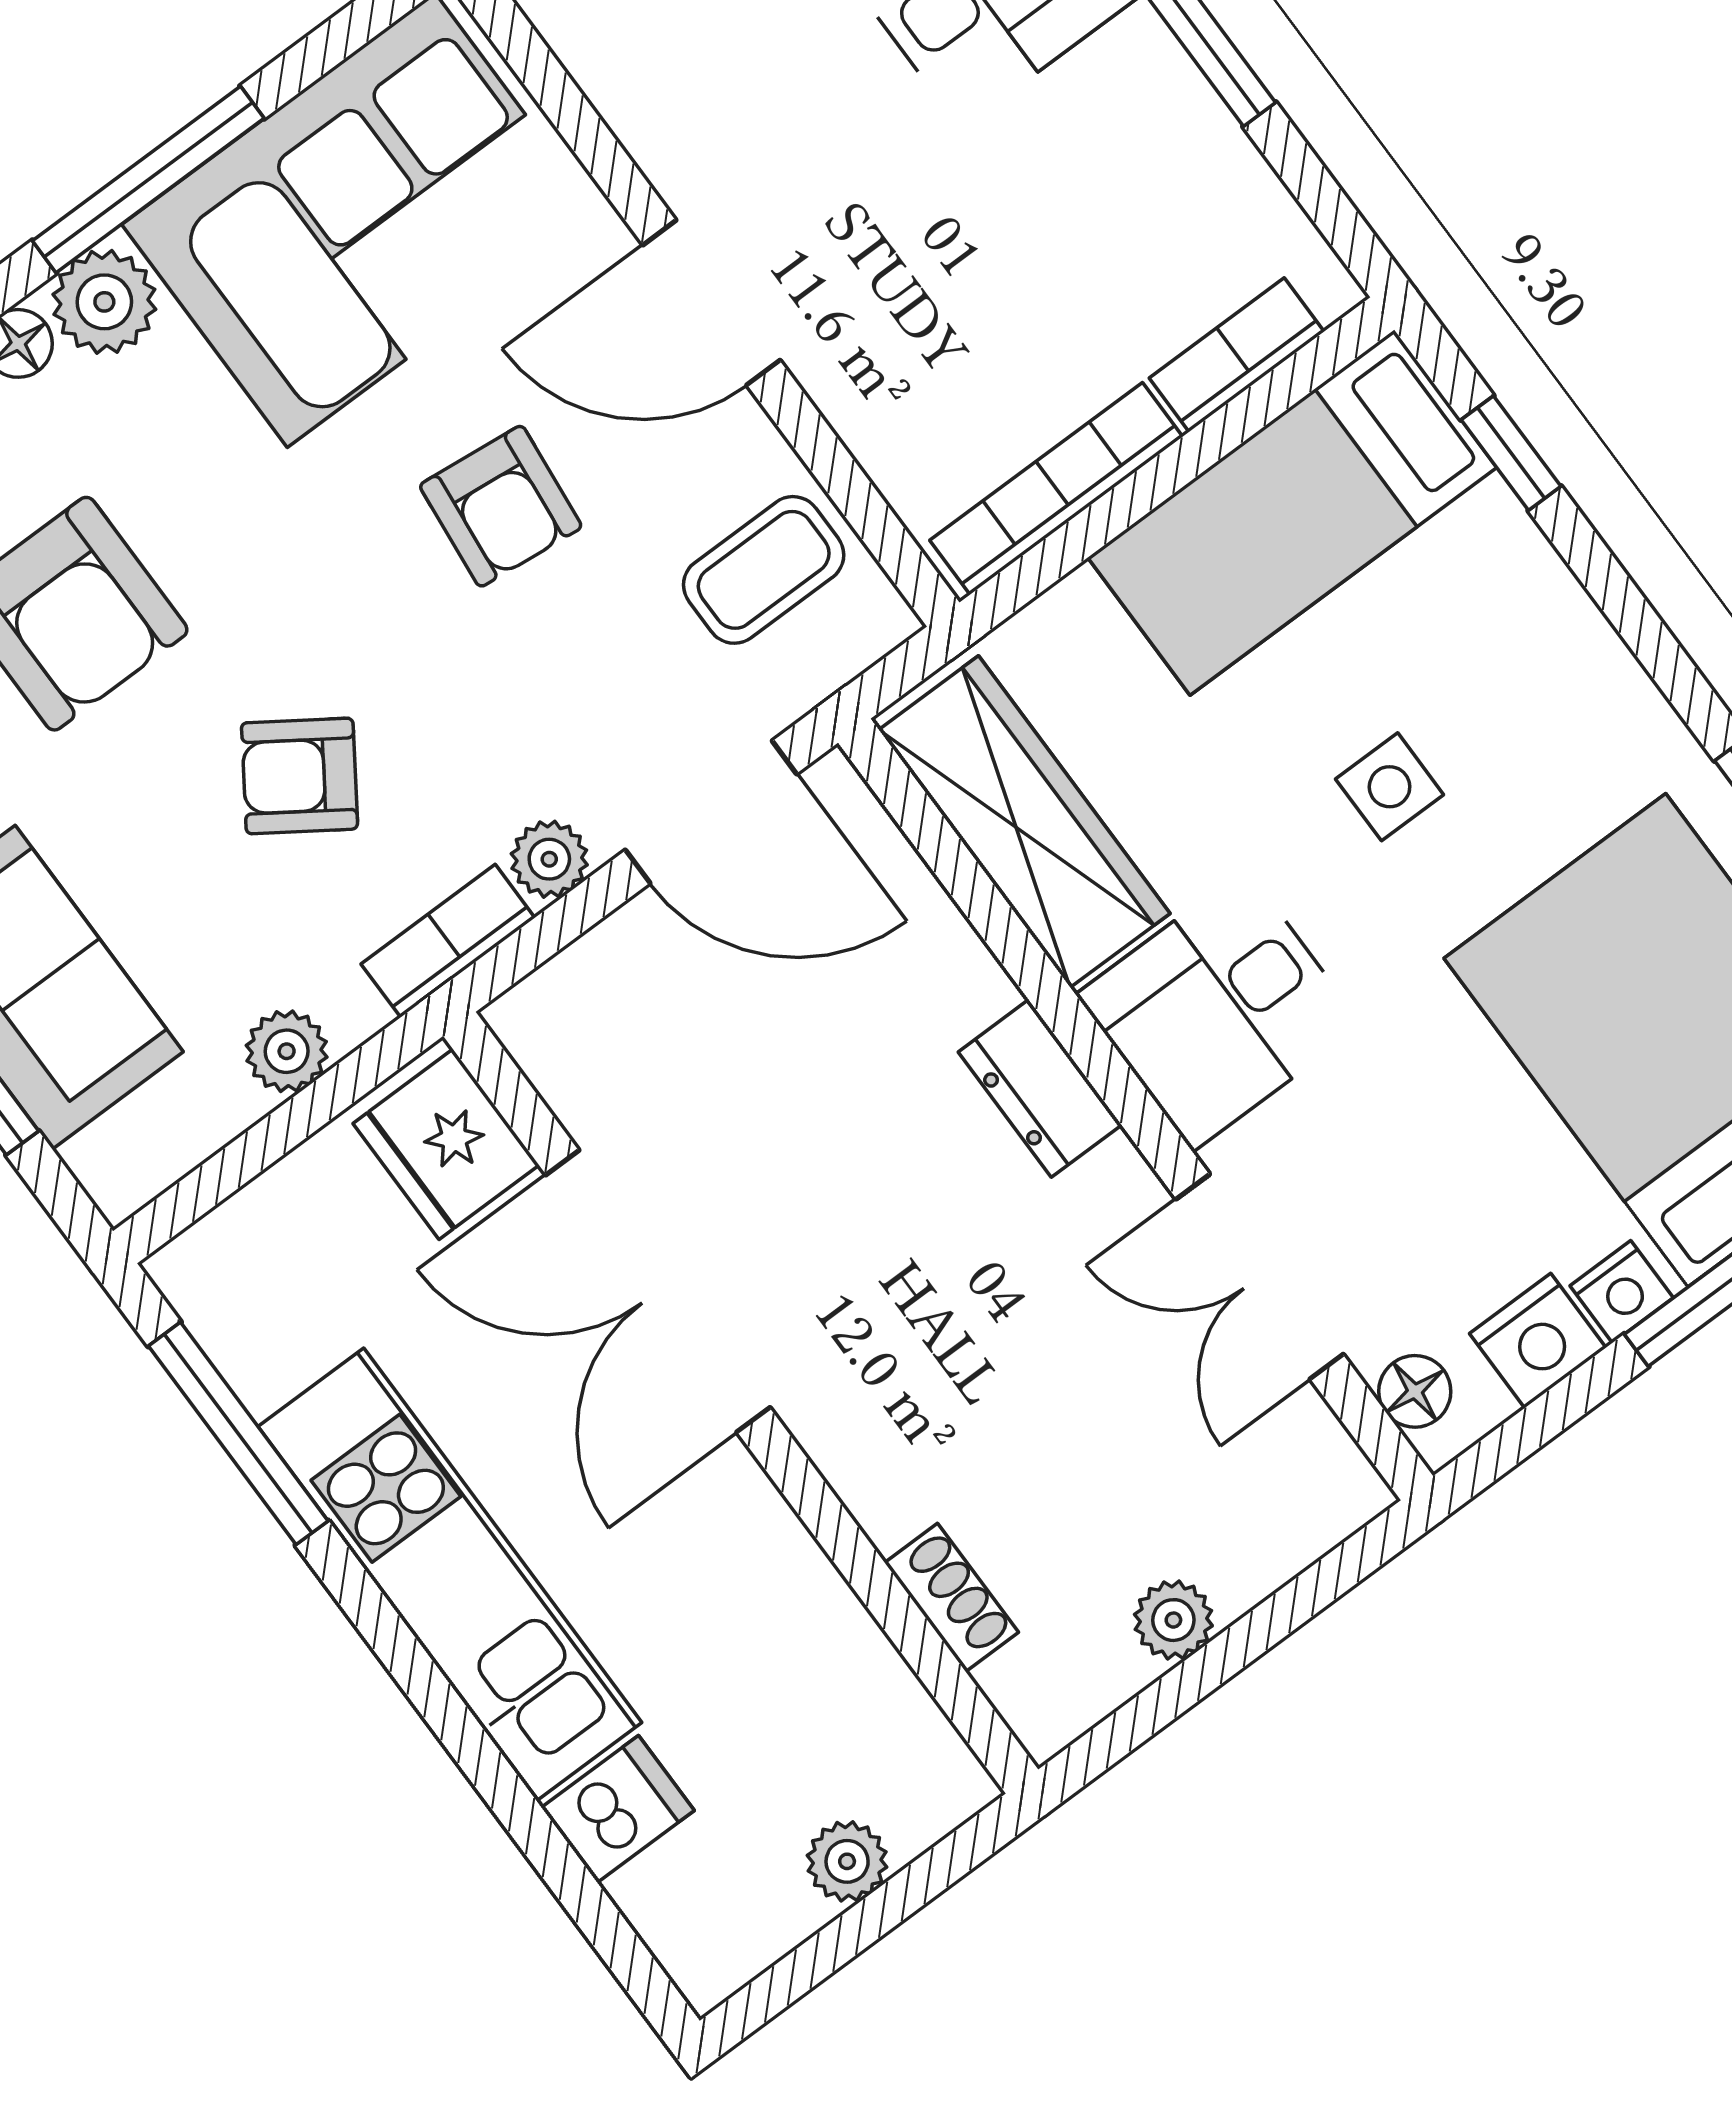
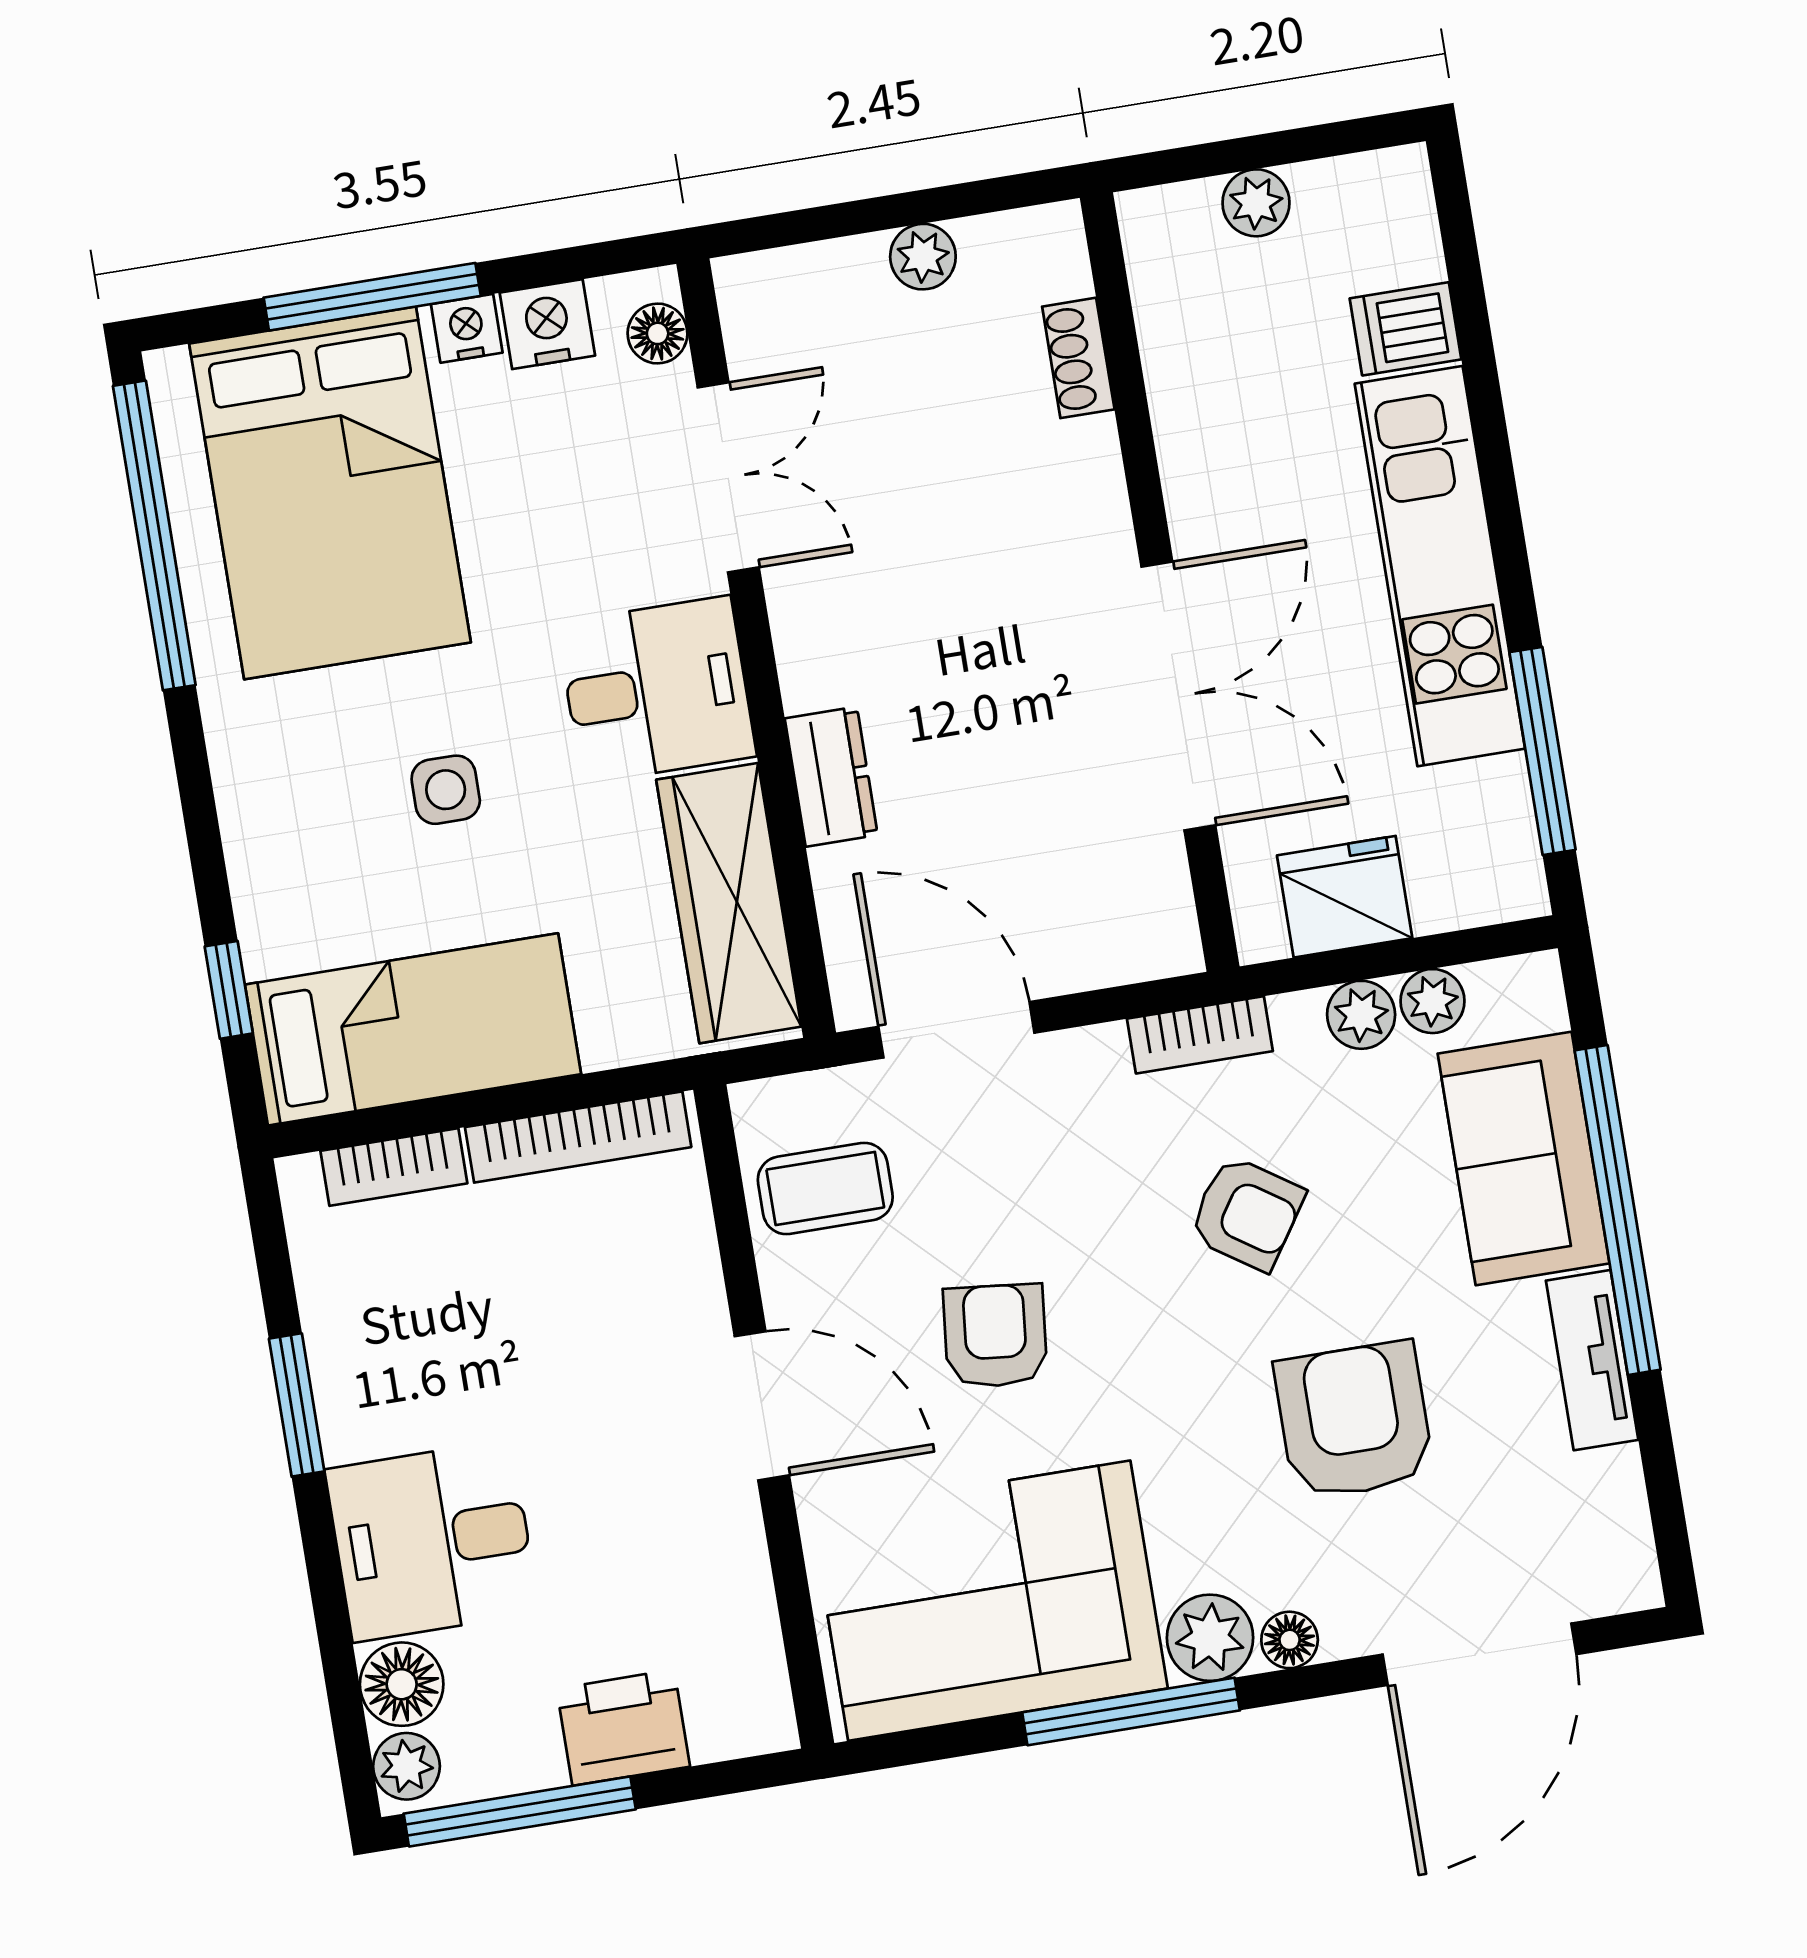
plant: (549, 859) -> (1432, 1001), moved
dresser: (1040, 1088) -> (831, 777), moved
fridge: (446, 1144) -> (1345, 897), moved, turned -90

